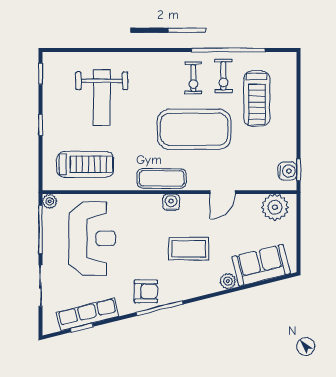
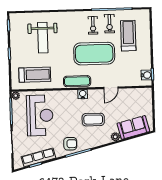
treadmill: (257, 99) -> (128, 36), turned 180
plant: (275, 207) -> (140, 95), removed

